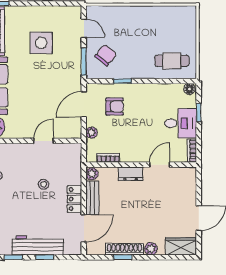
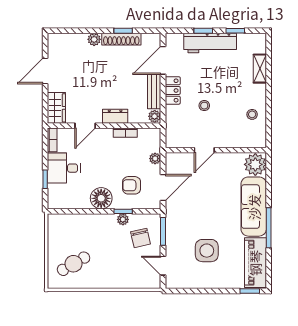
chair: (106, 55) -> (141, 238), turned -52
cafe table: (172, 61) -> (74, 264), moved, turned -30
plant: (123, 73) -> (123, 219), added
floor lamp: (189, 89) -> (101, 198), moved, width x1.89, depth x1.89
bookcase: (108, 158) -> (125, 133), moved
wardrobe: (181, 246) -> (56, 108), moved, turned -90

